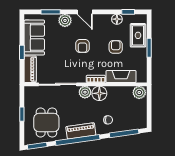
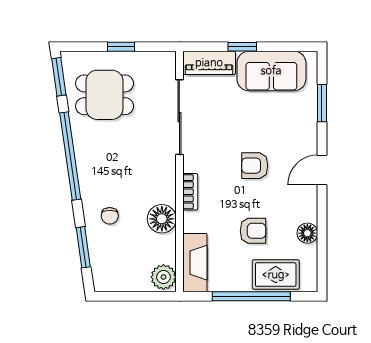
window: (128, 12) -> (322, 255), removed
plant: (65, 20) -> (305, 131), removed
window: (149, 48) -> (251, 296), width x2.11
fireplace: (121, 77) -> (195, 263), moved
plant: (85, 92) -> (164, 171), removed
floor lamp: (99, 93) -> (162, 219), moved
piano: (81, 131) -> (88, 162), removed
window: (124, 133) -> (83, 247), width x0.69

